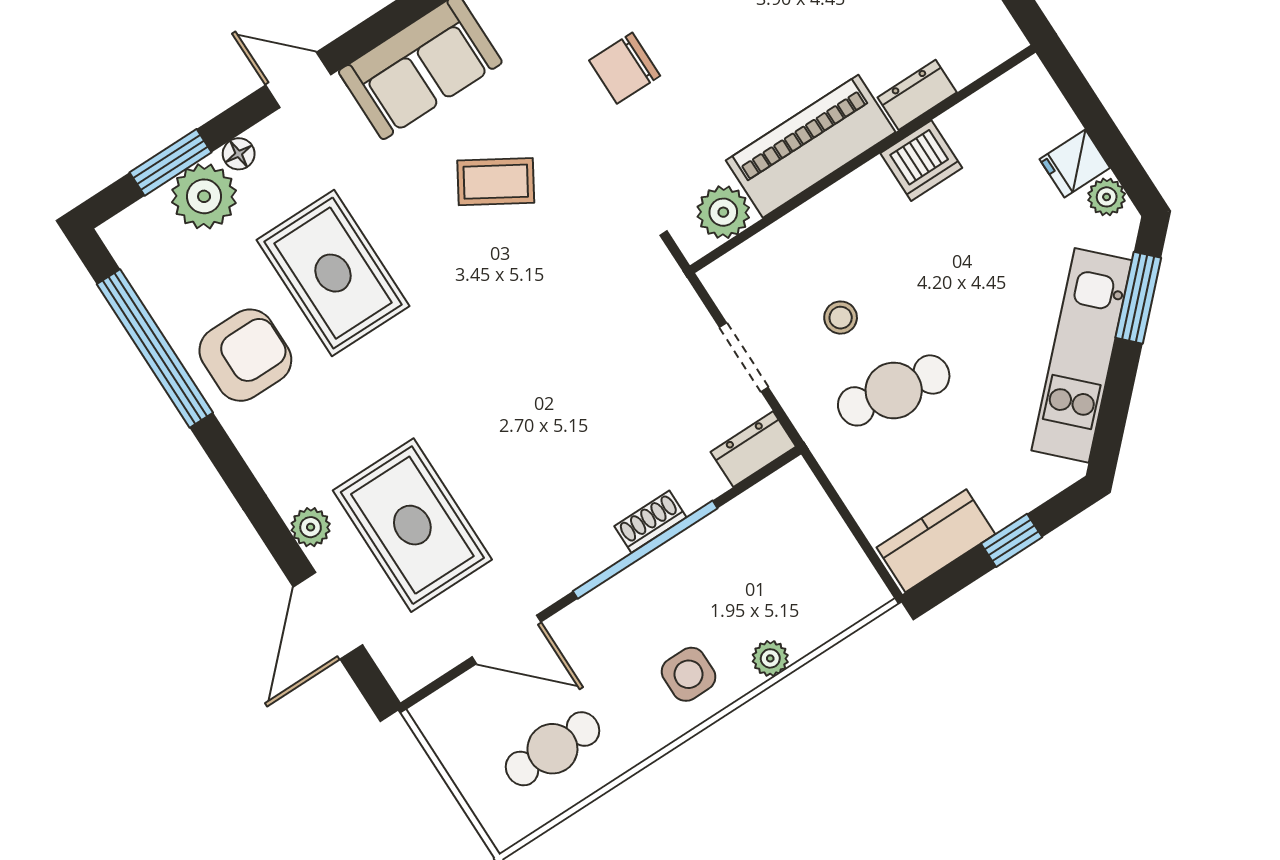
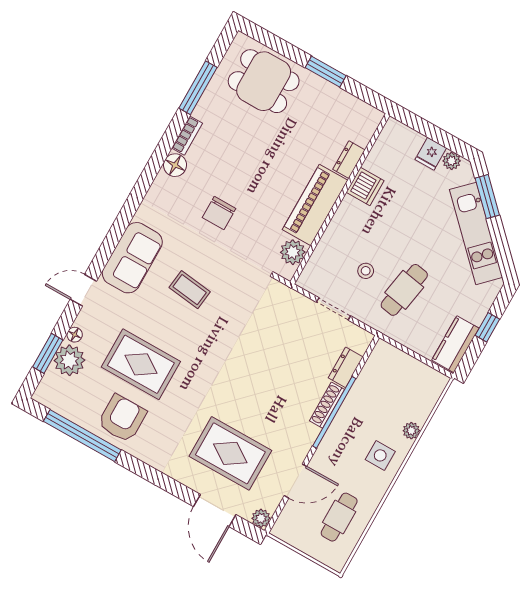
coffee table: (496, 182) -> (190, 290), turned 66
dresser: (753, 449) -> (346, 367), moved
shoe rack: (650, 522) -> (327, 405), width x1.43
plant: (311, 527) -> (261, 518), moved

